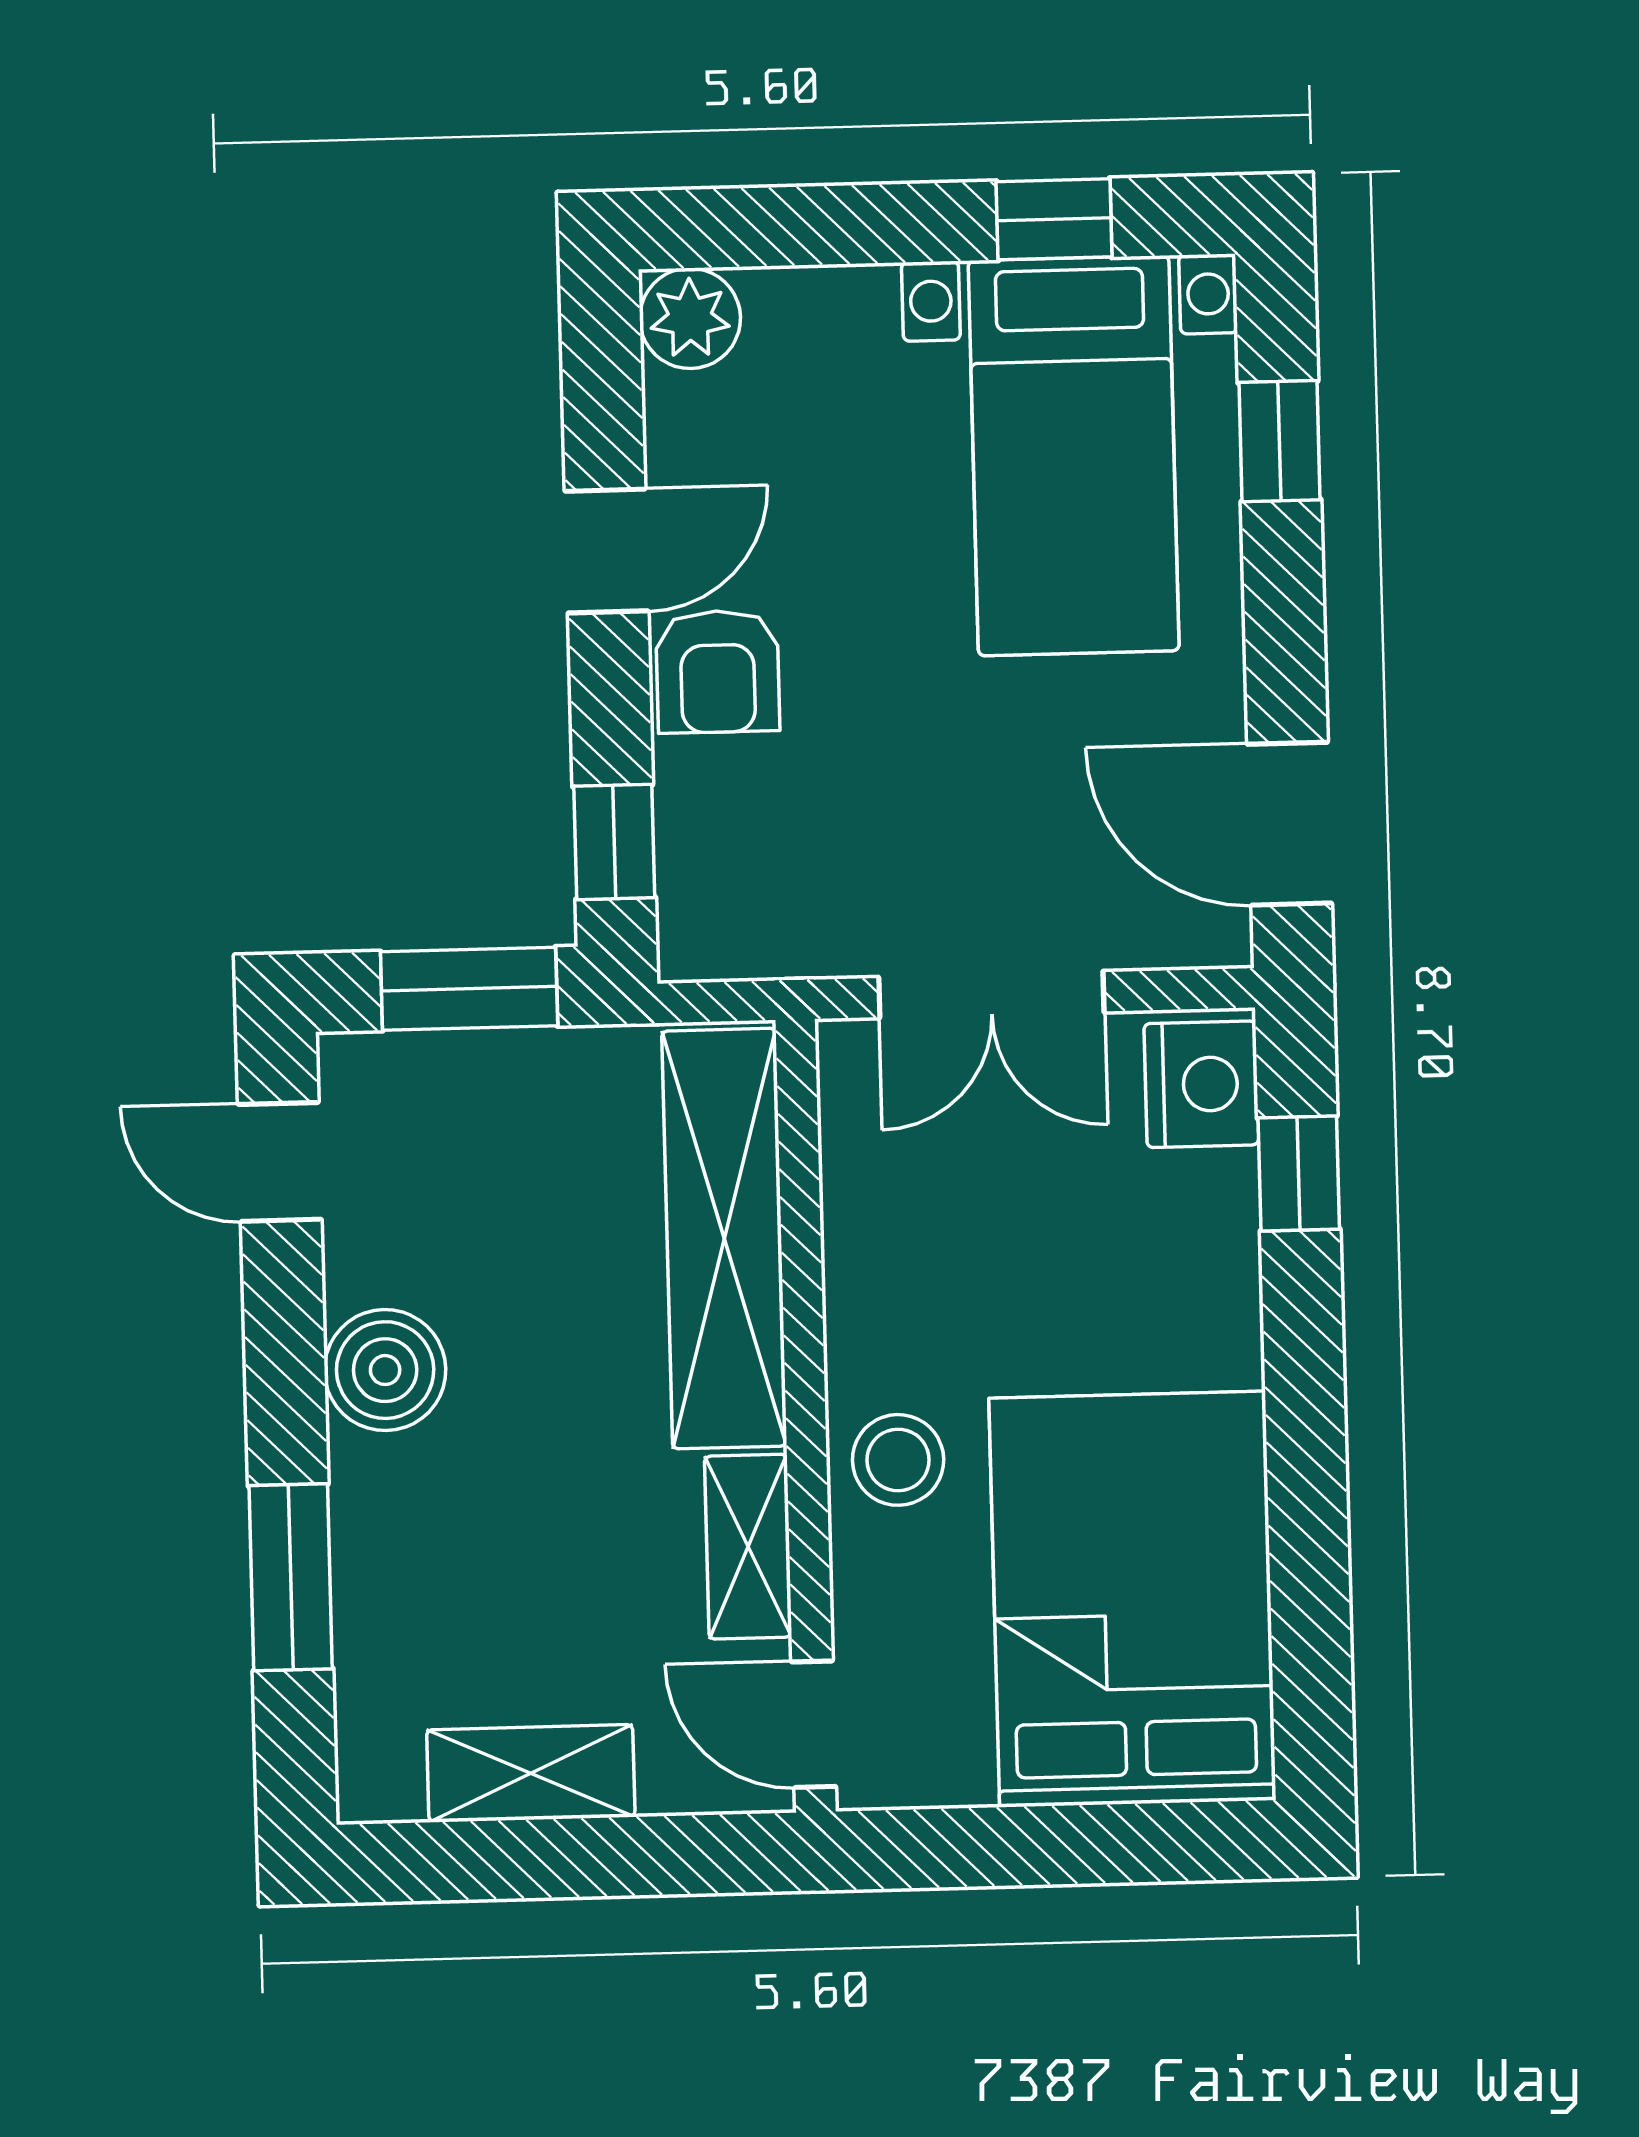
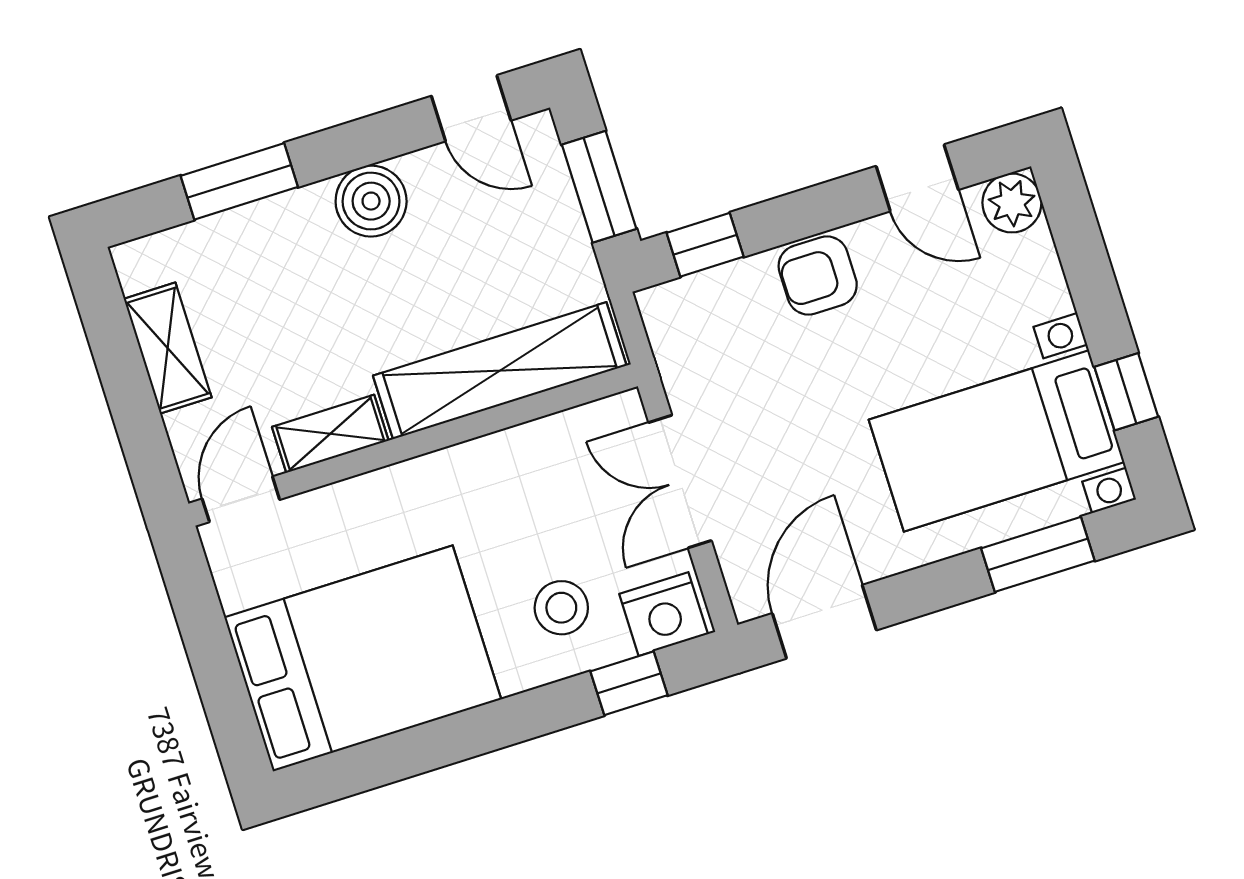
window: (1280, 441) -> (1038, 554), width x1.50
door: (607, 551) -> (917, 178), moved
door: (280, 1162) -> (471, 108), swing flipped
stool: (898, 1460) -> (561, 608), moved

